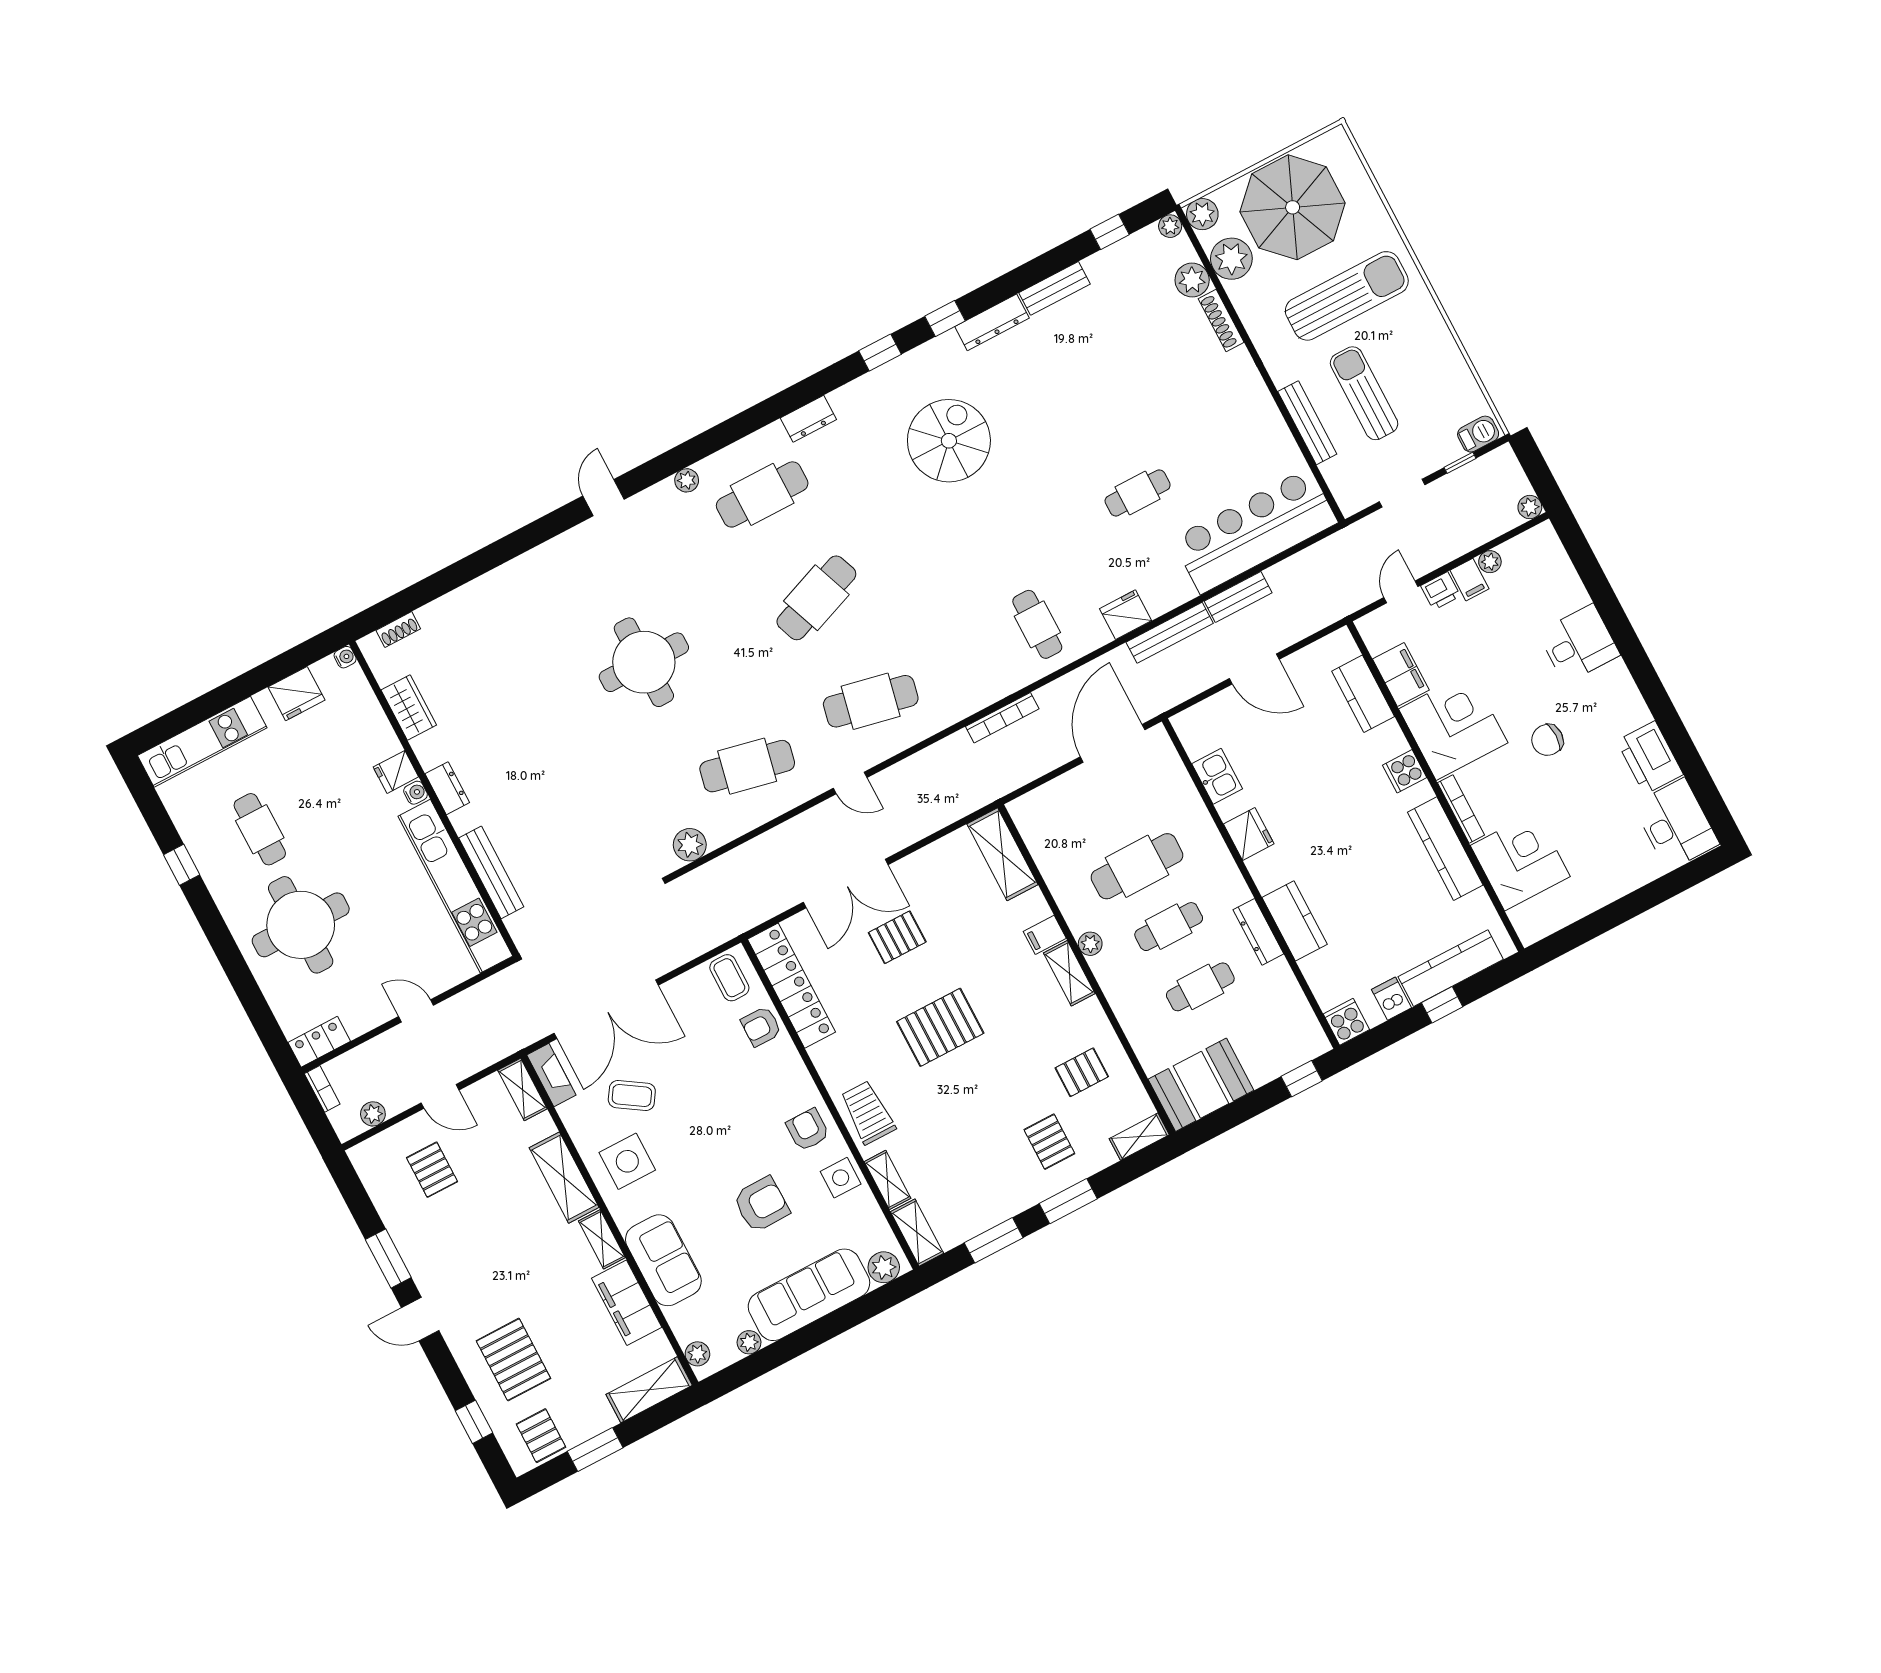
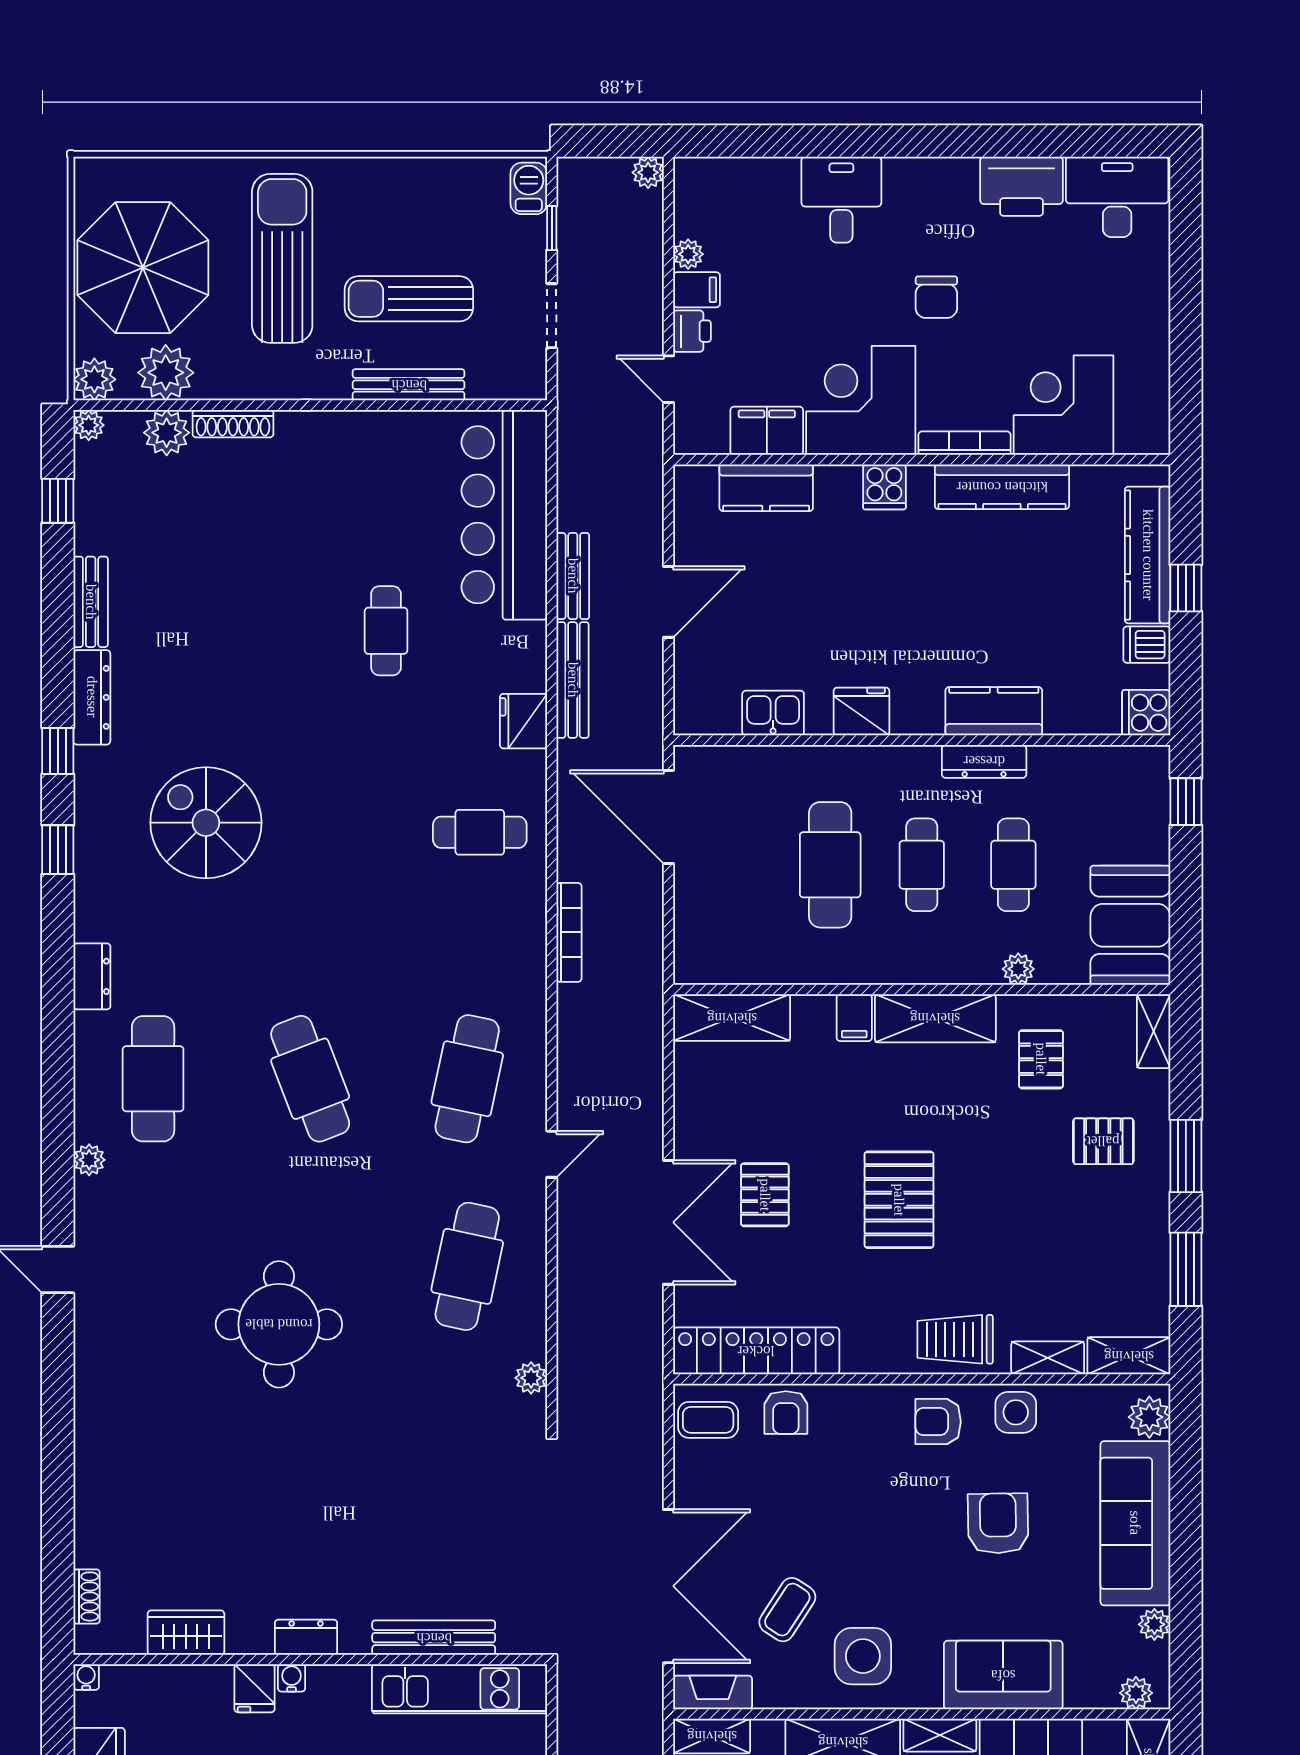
plant: (690, 845) -> (531, 1378), width x0.73, depth x0.73
kitchen unit: (455, 886) -> (459, 1689), width x0.73
plant: (1090, 944) -> (1018, 969), moved
shelving: (1069, 973) -> (935, 1018), width x1.50, depth x1.33

